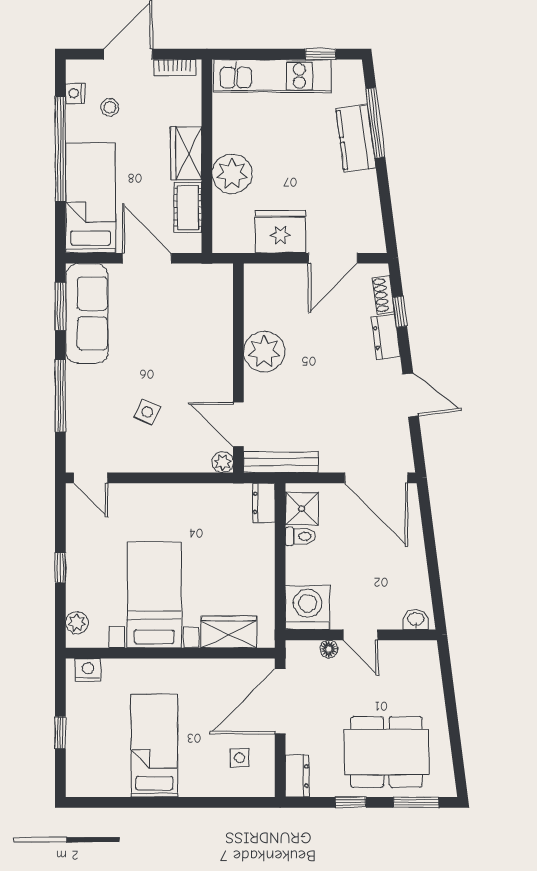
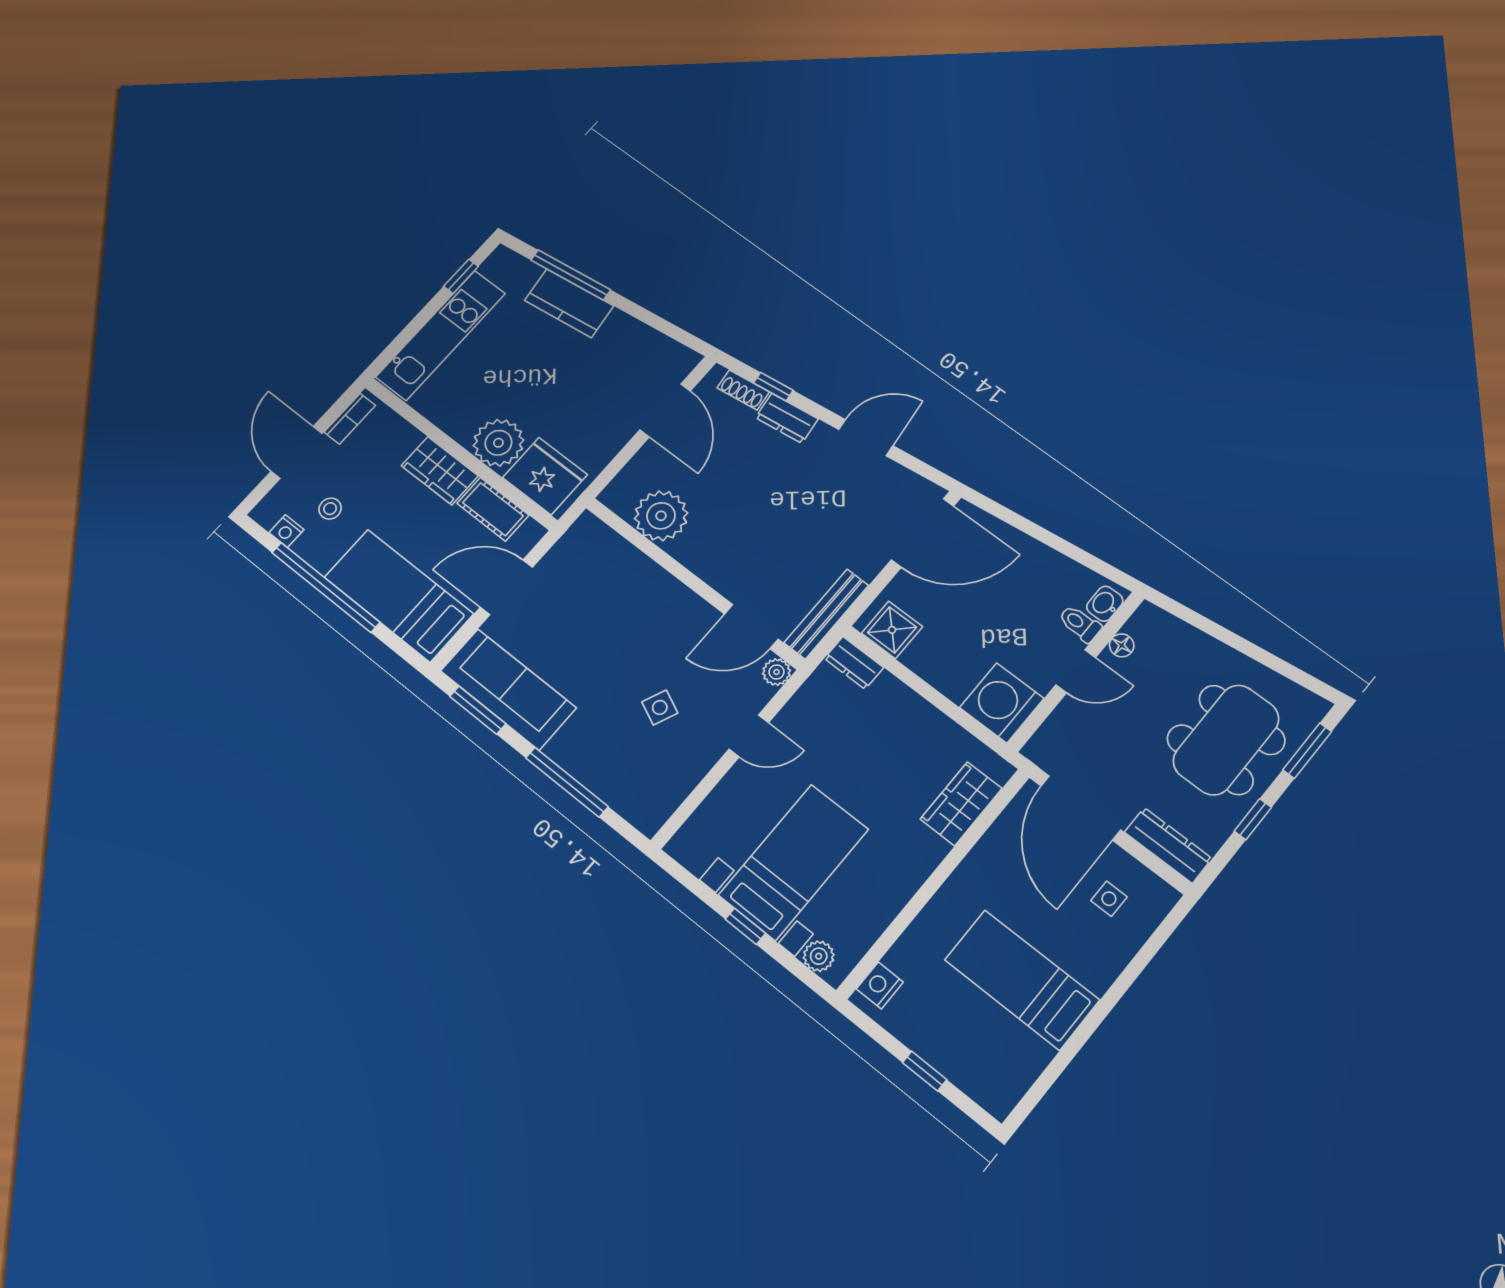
fridge: (280, 232) -> (545, 476), moved, turned 90
plant: (264, 352) -> (661, 516), moved
door: (91, 478) -> (749, 736), moved
toilet: (300, 536) -> (1080, 624), moved, turned -90
bed with nightstands: (154, 595) -> (794, 862), moved, turned 90
floor lamp: (329, 649) -> (1122, 645), moved
dresser: (297, 776) -> (1168, 845), width x1.44

